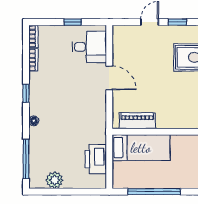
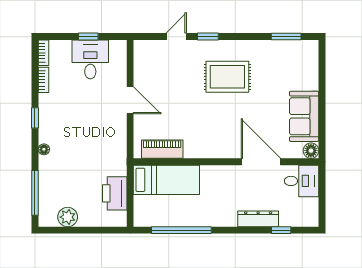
desk: (89, 47) -> (90, 59), moved, turned -90

